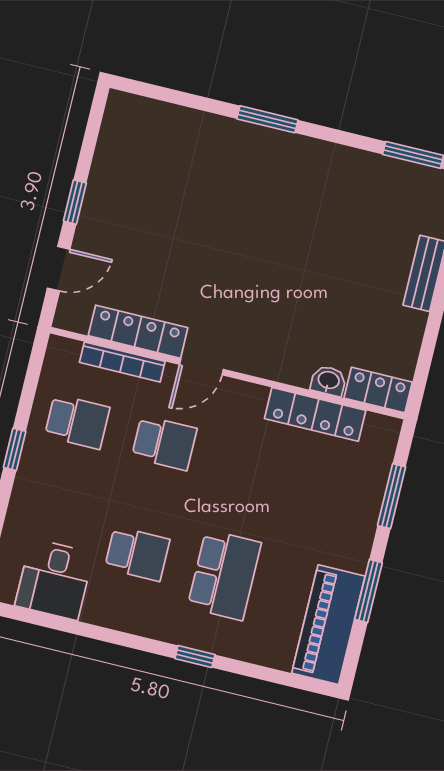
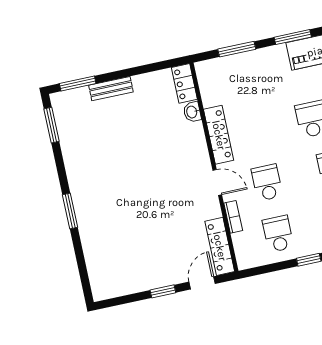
door: (59, 269) -> (202, 283), hinge flipped
locker: (138, 332) -> (220, 246), moved
bookcase: (122, 362) -> (233, 217), width x0.64
locker: (315, 414) -> (219, 135), moved

